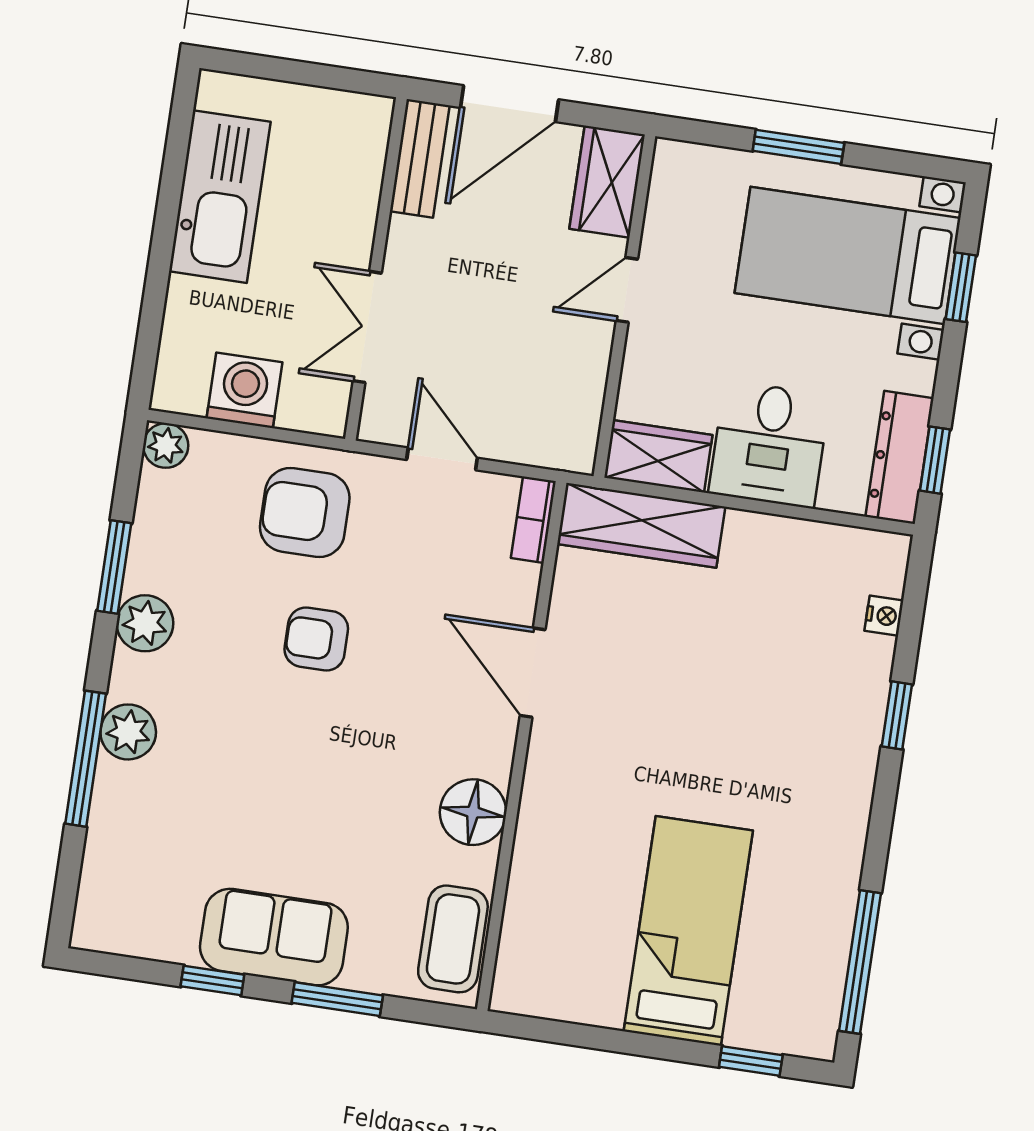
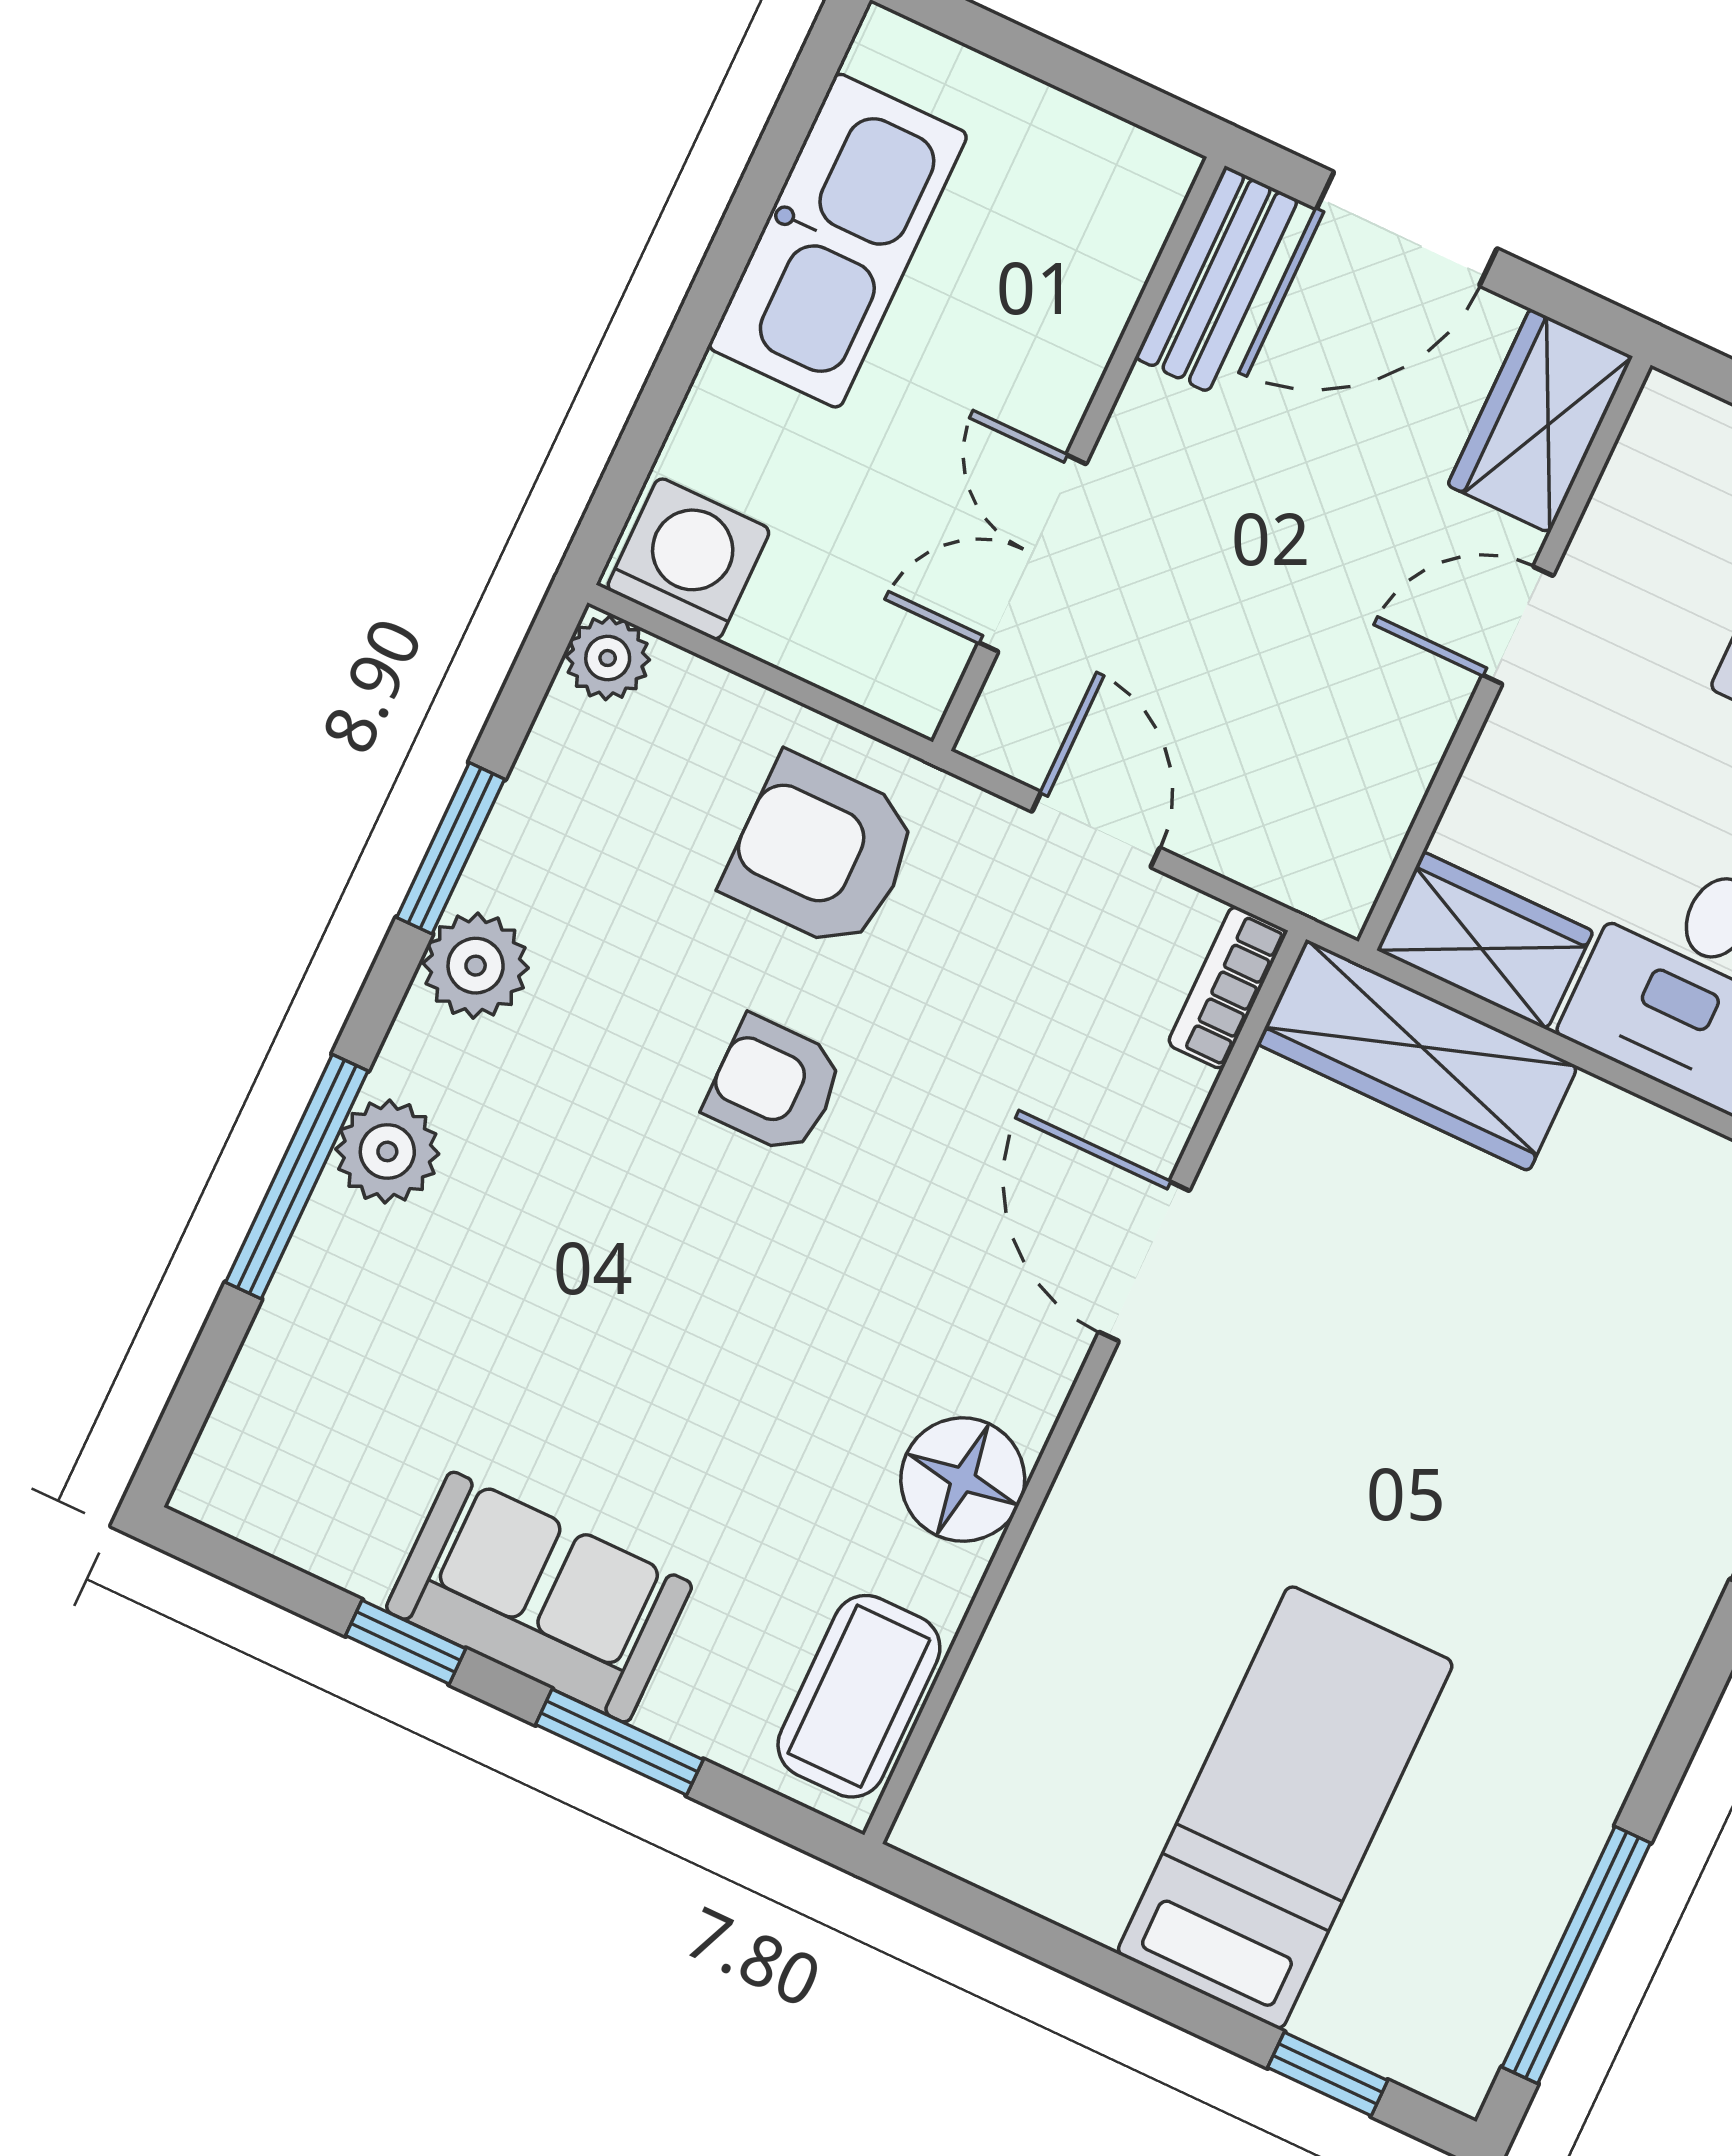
washing machine: (245, 390) -> (688, 559), moved

